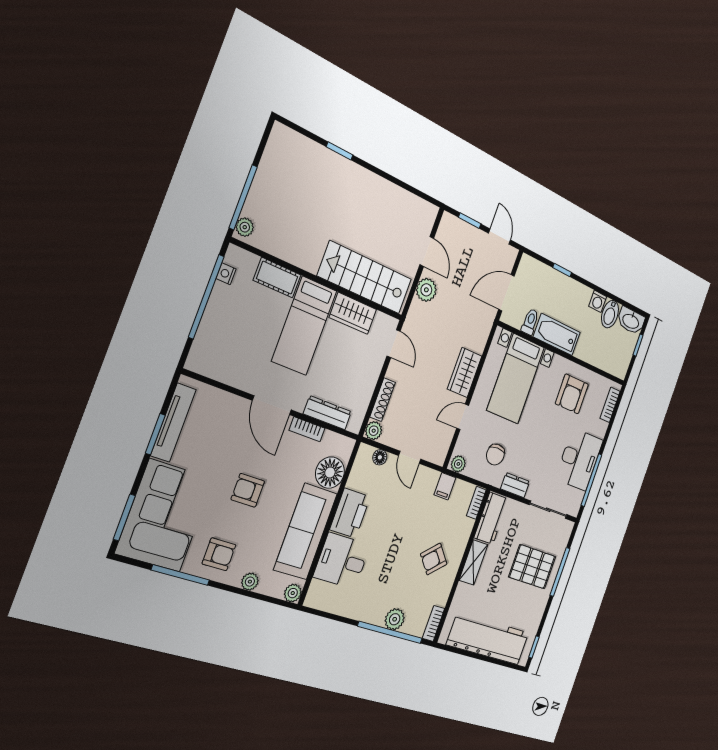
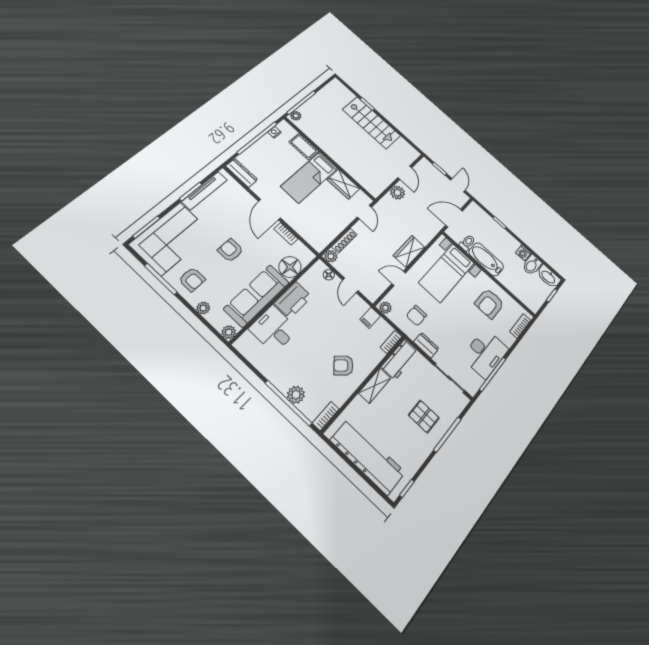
stairs: (365, 278) -> (371, 123), moved, turned 180
dresser: (327, 413) -> (242, 173), moved
pallet: (532, 567) -> (424, 417), width x0.67, depth x0.71

